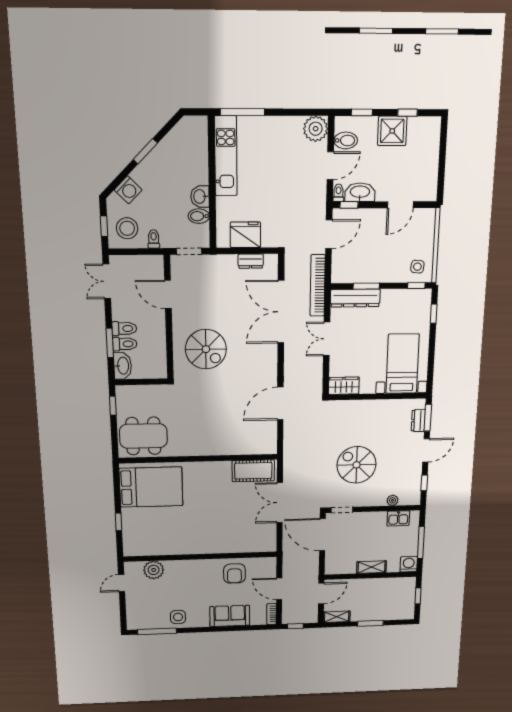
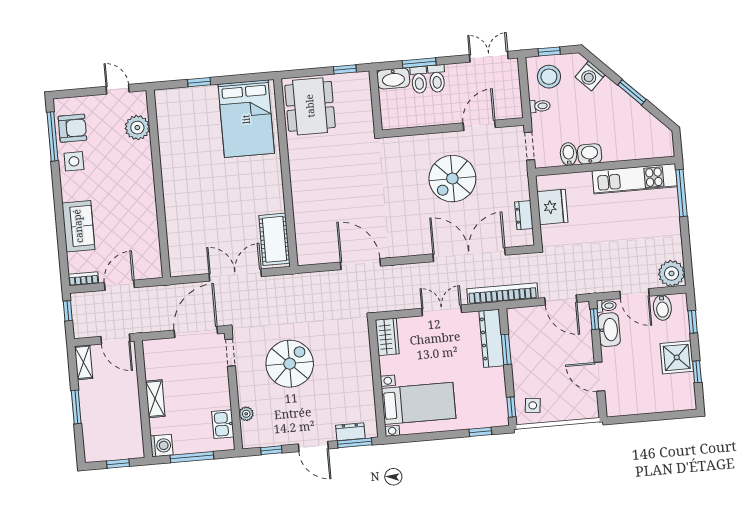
spiral stairs: (206, 349) -> (452, 179), moved
armchair: (234, 573) -> (72, 128), moved, turned 180

